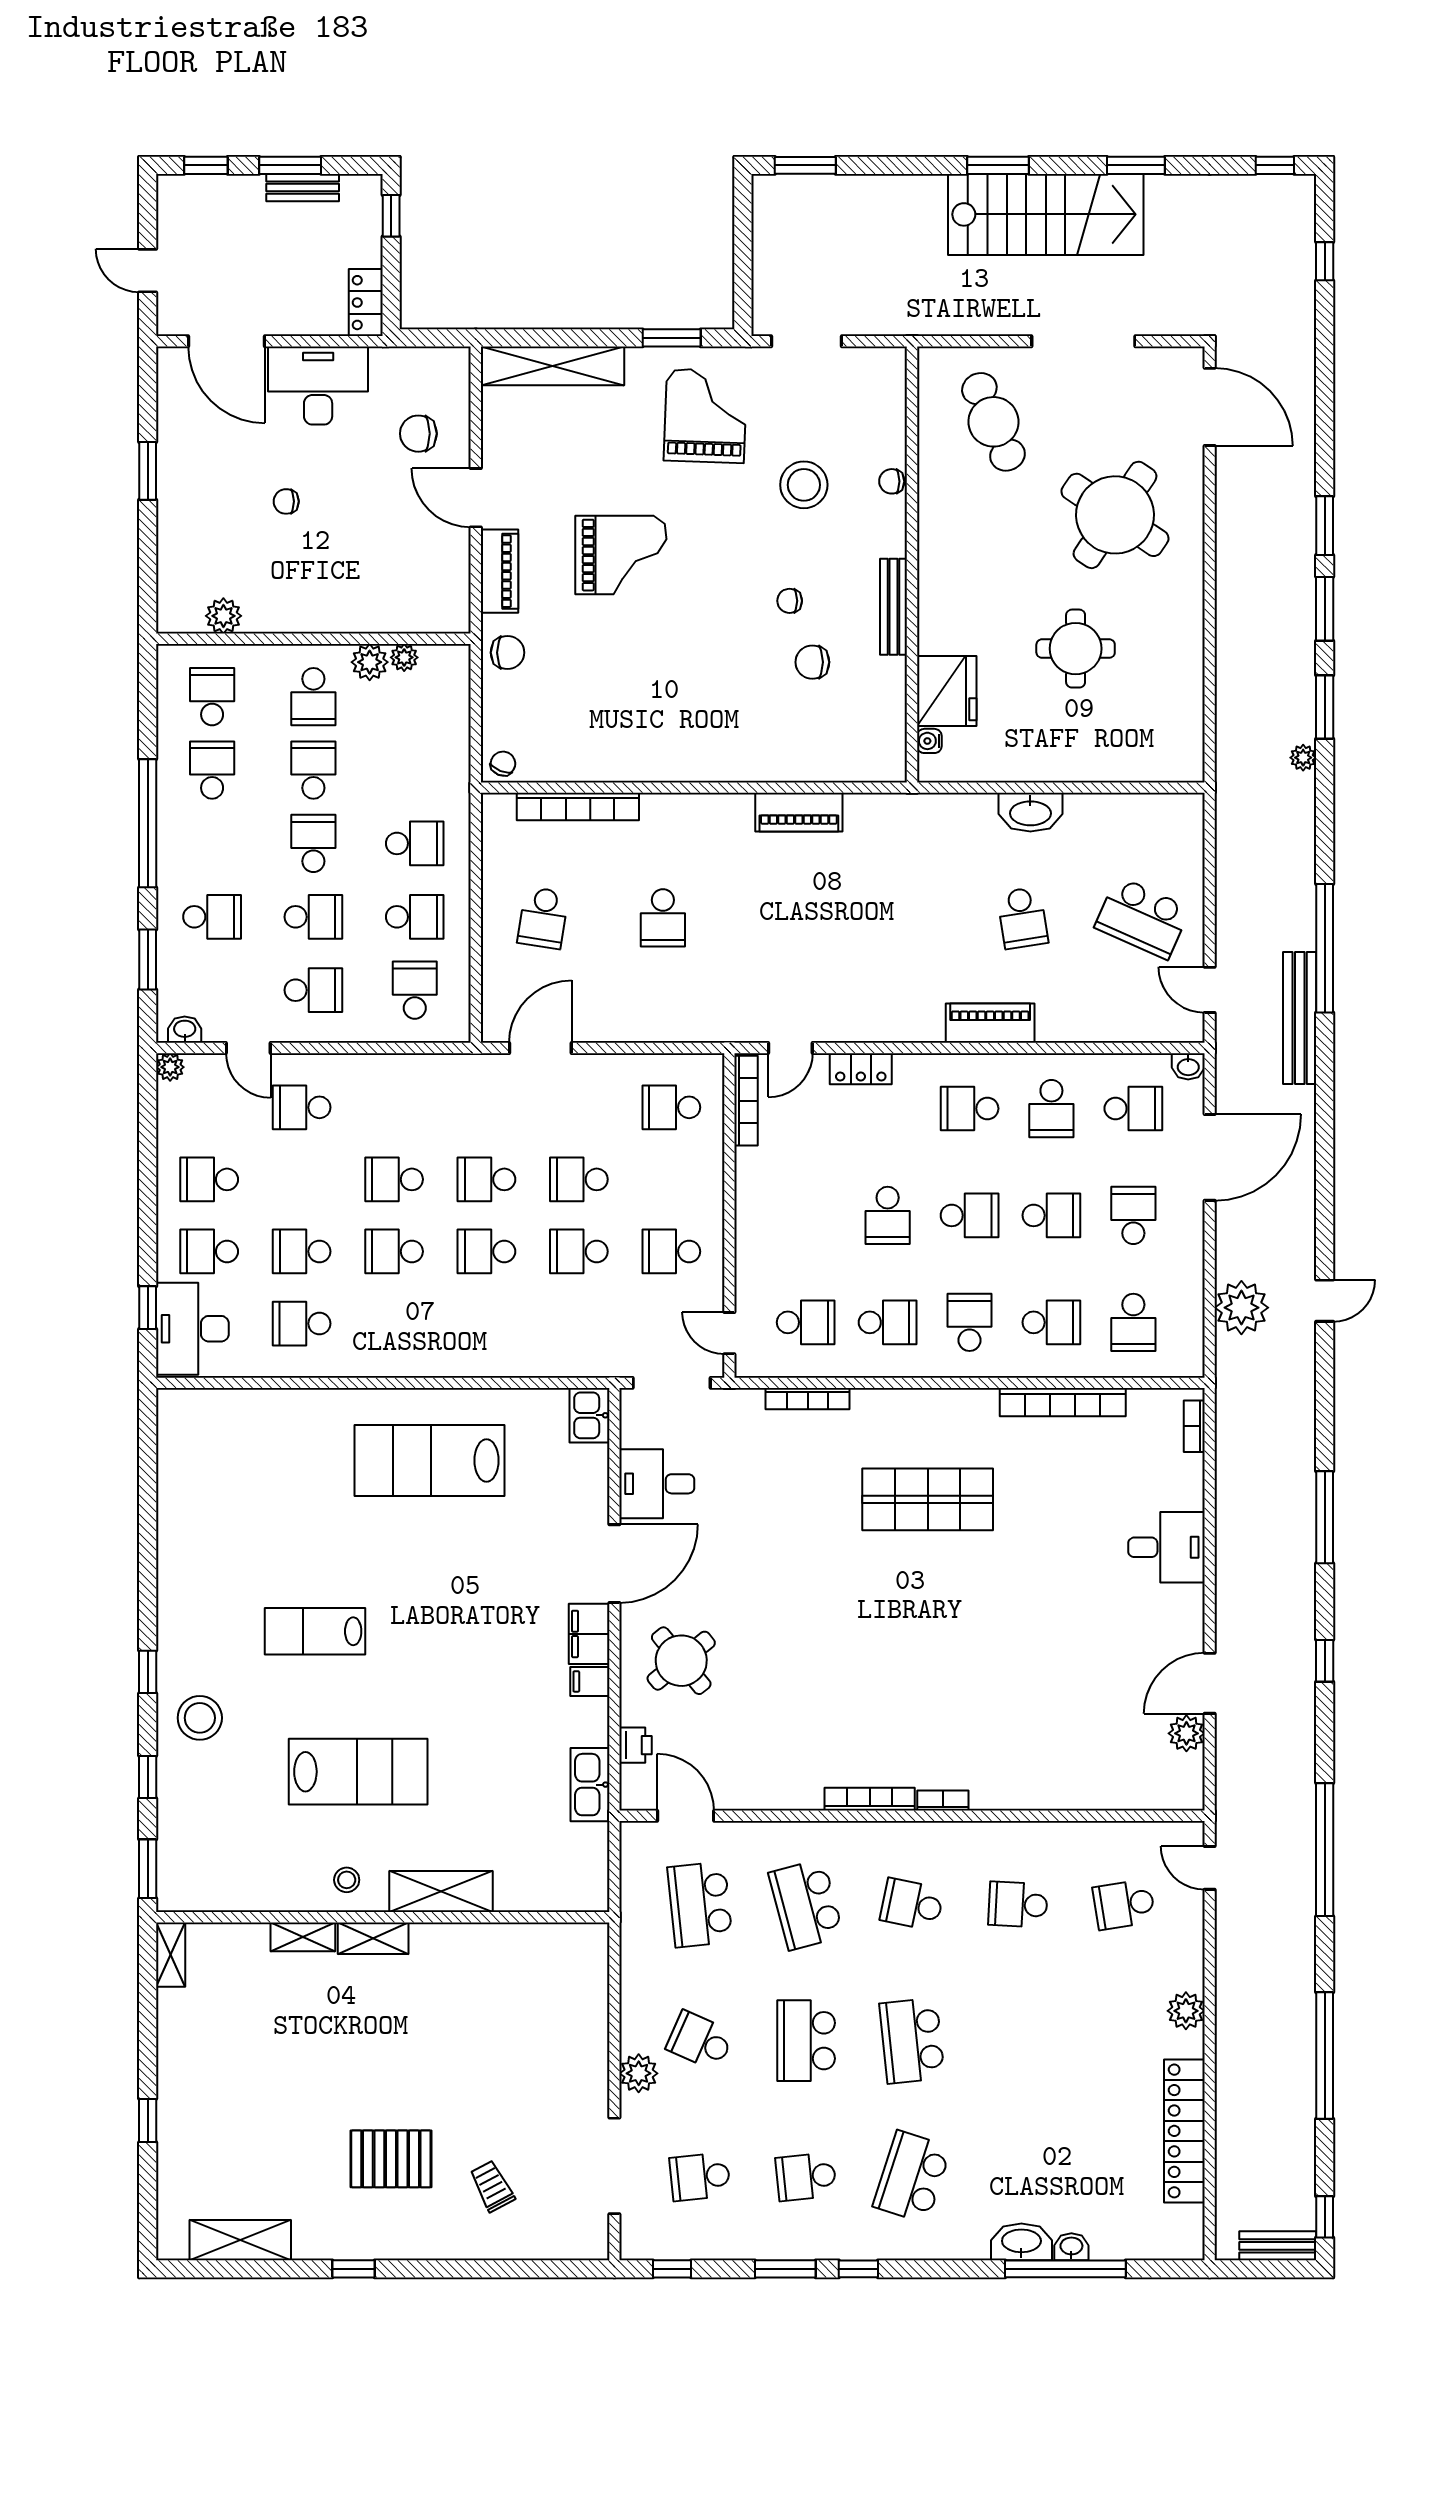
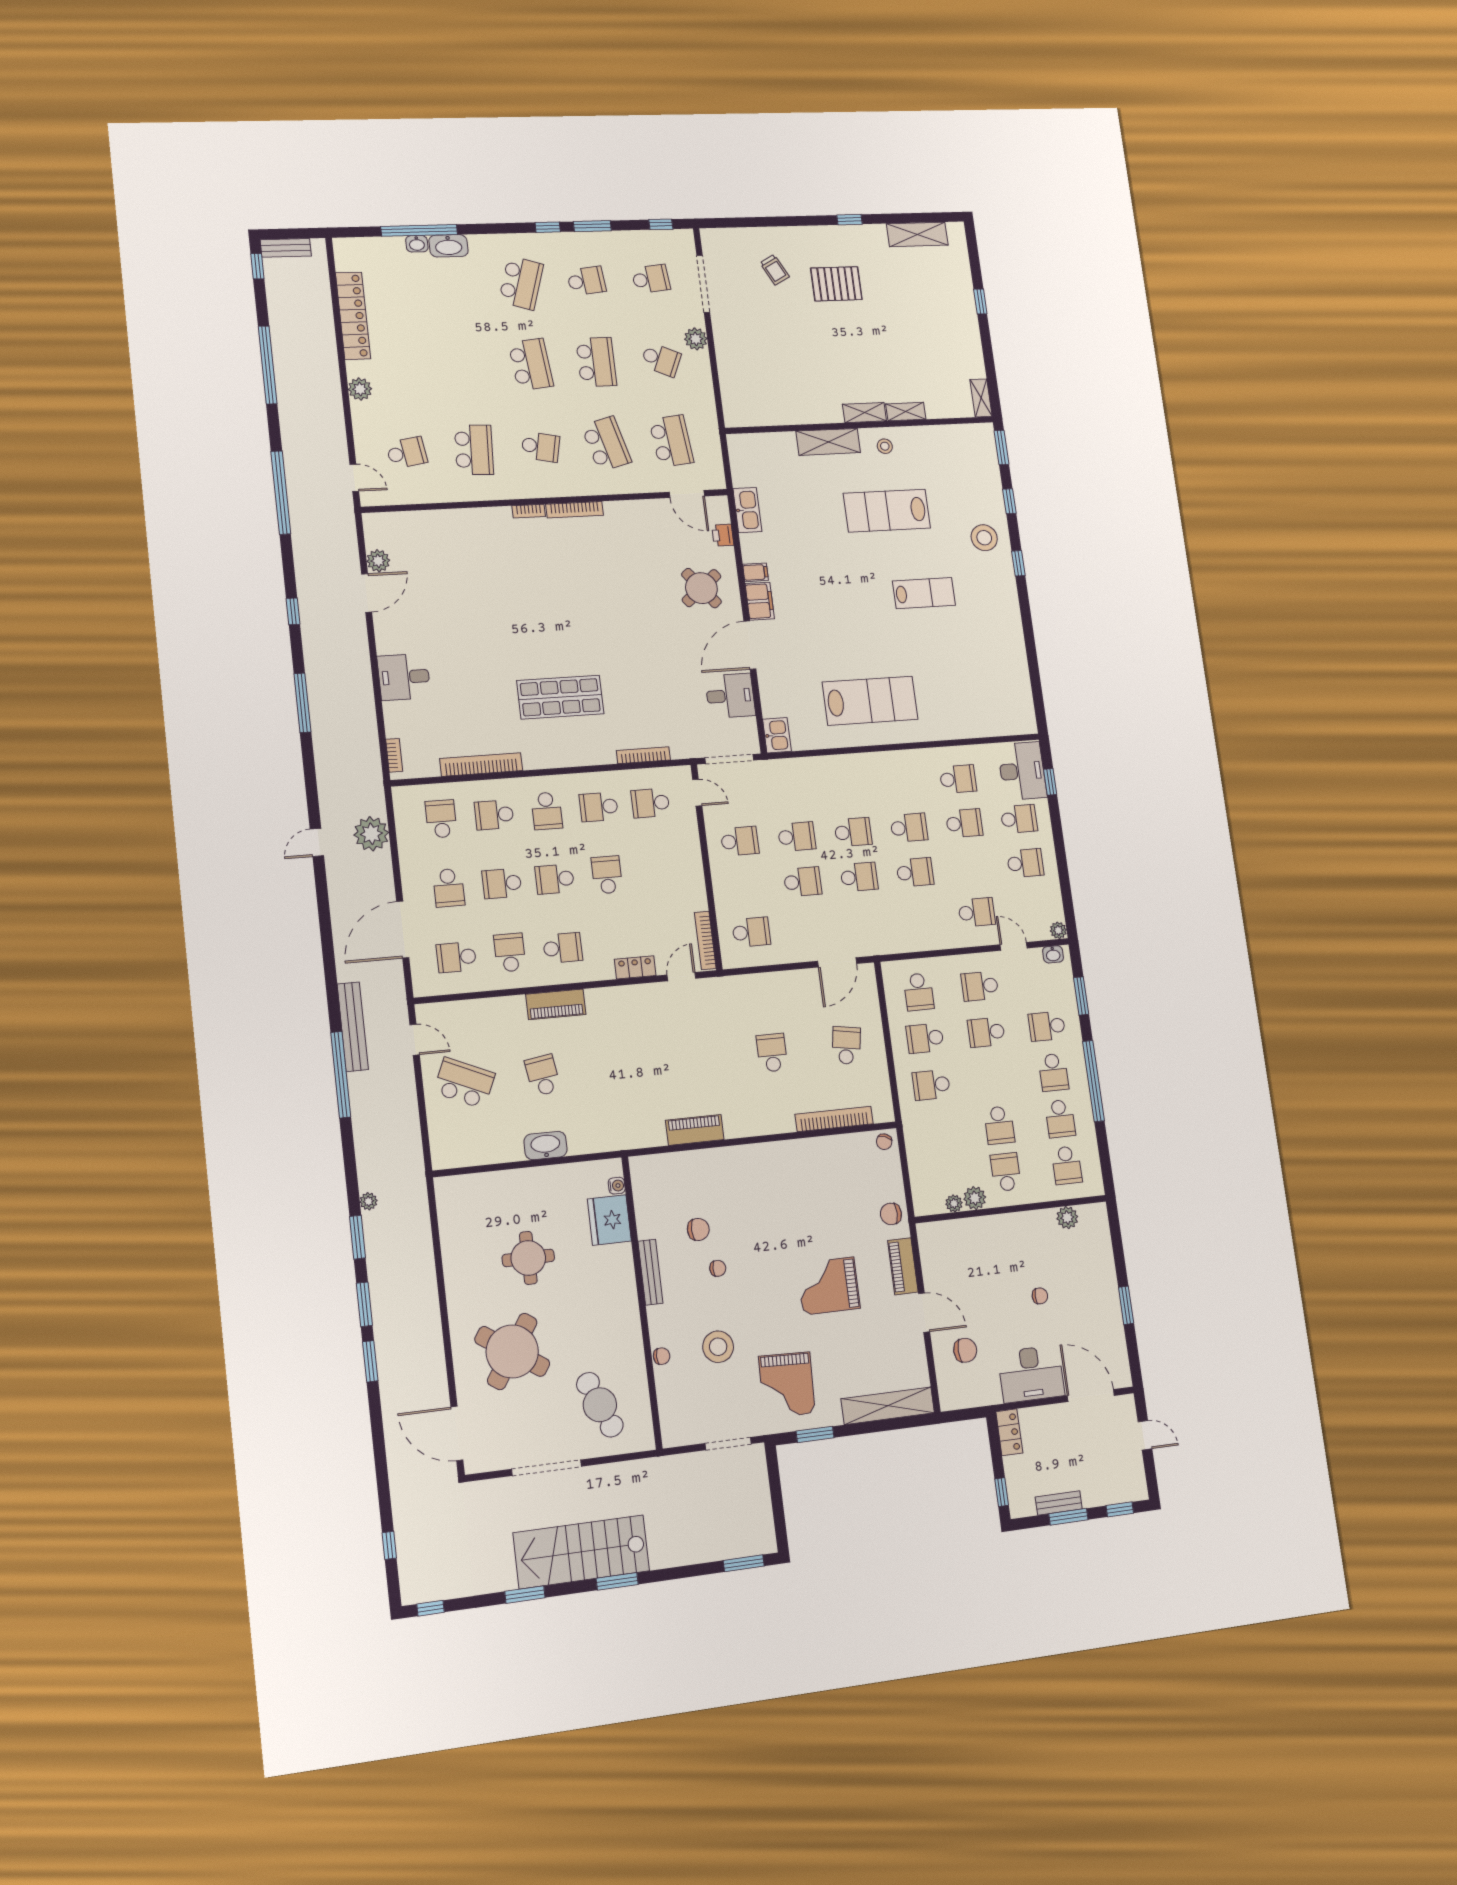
school desk: (313, 843) -> (1053, 1072), moved
washbasin: (1188, 1066) -> (423, 988), removed
school desk: (1018, 1905) -> (474, 450), width x1.85

